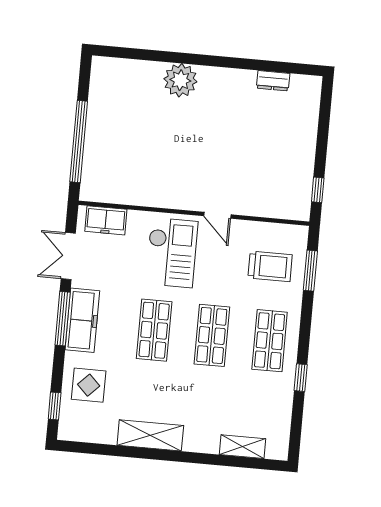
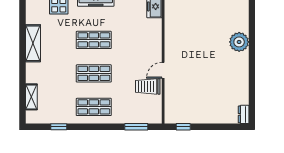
dresser: (273, 81) -> (244, 114), moved
checkout: (172, 253) -> (139, 46), removed
trolley: (270, 266) -> (148, 86), moved, turned 90
window: (301, 378) -> (59, 127), moved

